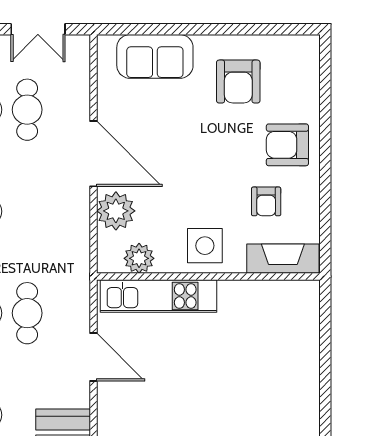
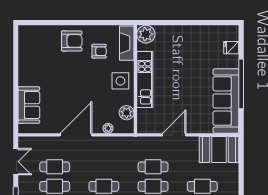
armchair: (238, 82) -> (41, 65), removed
armchair: (287, 145) -> (72, 41), turned -90
plant: (116, 211) -> (108, 128), width x0.53, depth x0.53
kitchen unit: (158, 296) -> (145, 79), moved
plant: (301, 298) -> (146, 34), added

